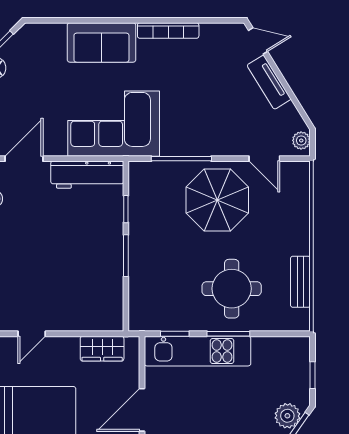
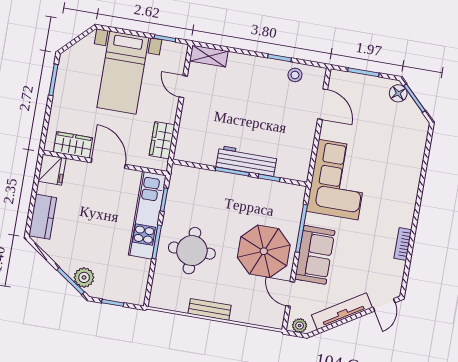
bookcase: (168, 31) -> (403, 244), width x0.64
sofa: (101, 42) -> (315, 255), moved, turned 180
tv unit: (269, 82) -> (342, 311), width x1.41
door: (264, 159) -> (290, 294), hinge flipped
workbench: (87, 175) -> (247, 161), moved, turned 90
bench: (300, 282) -> (210, 309), moved

